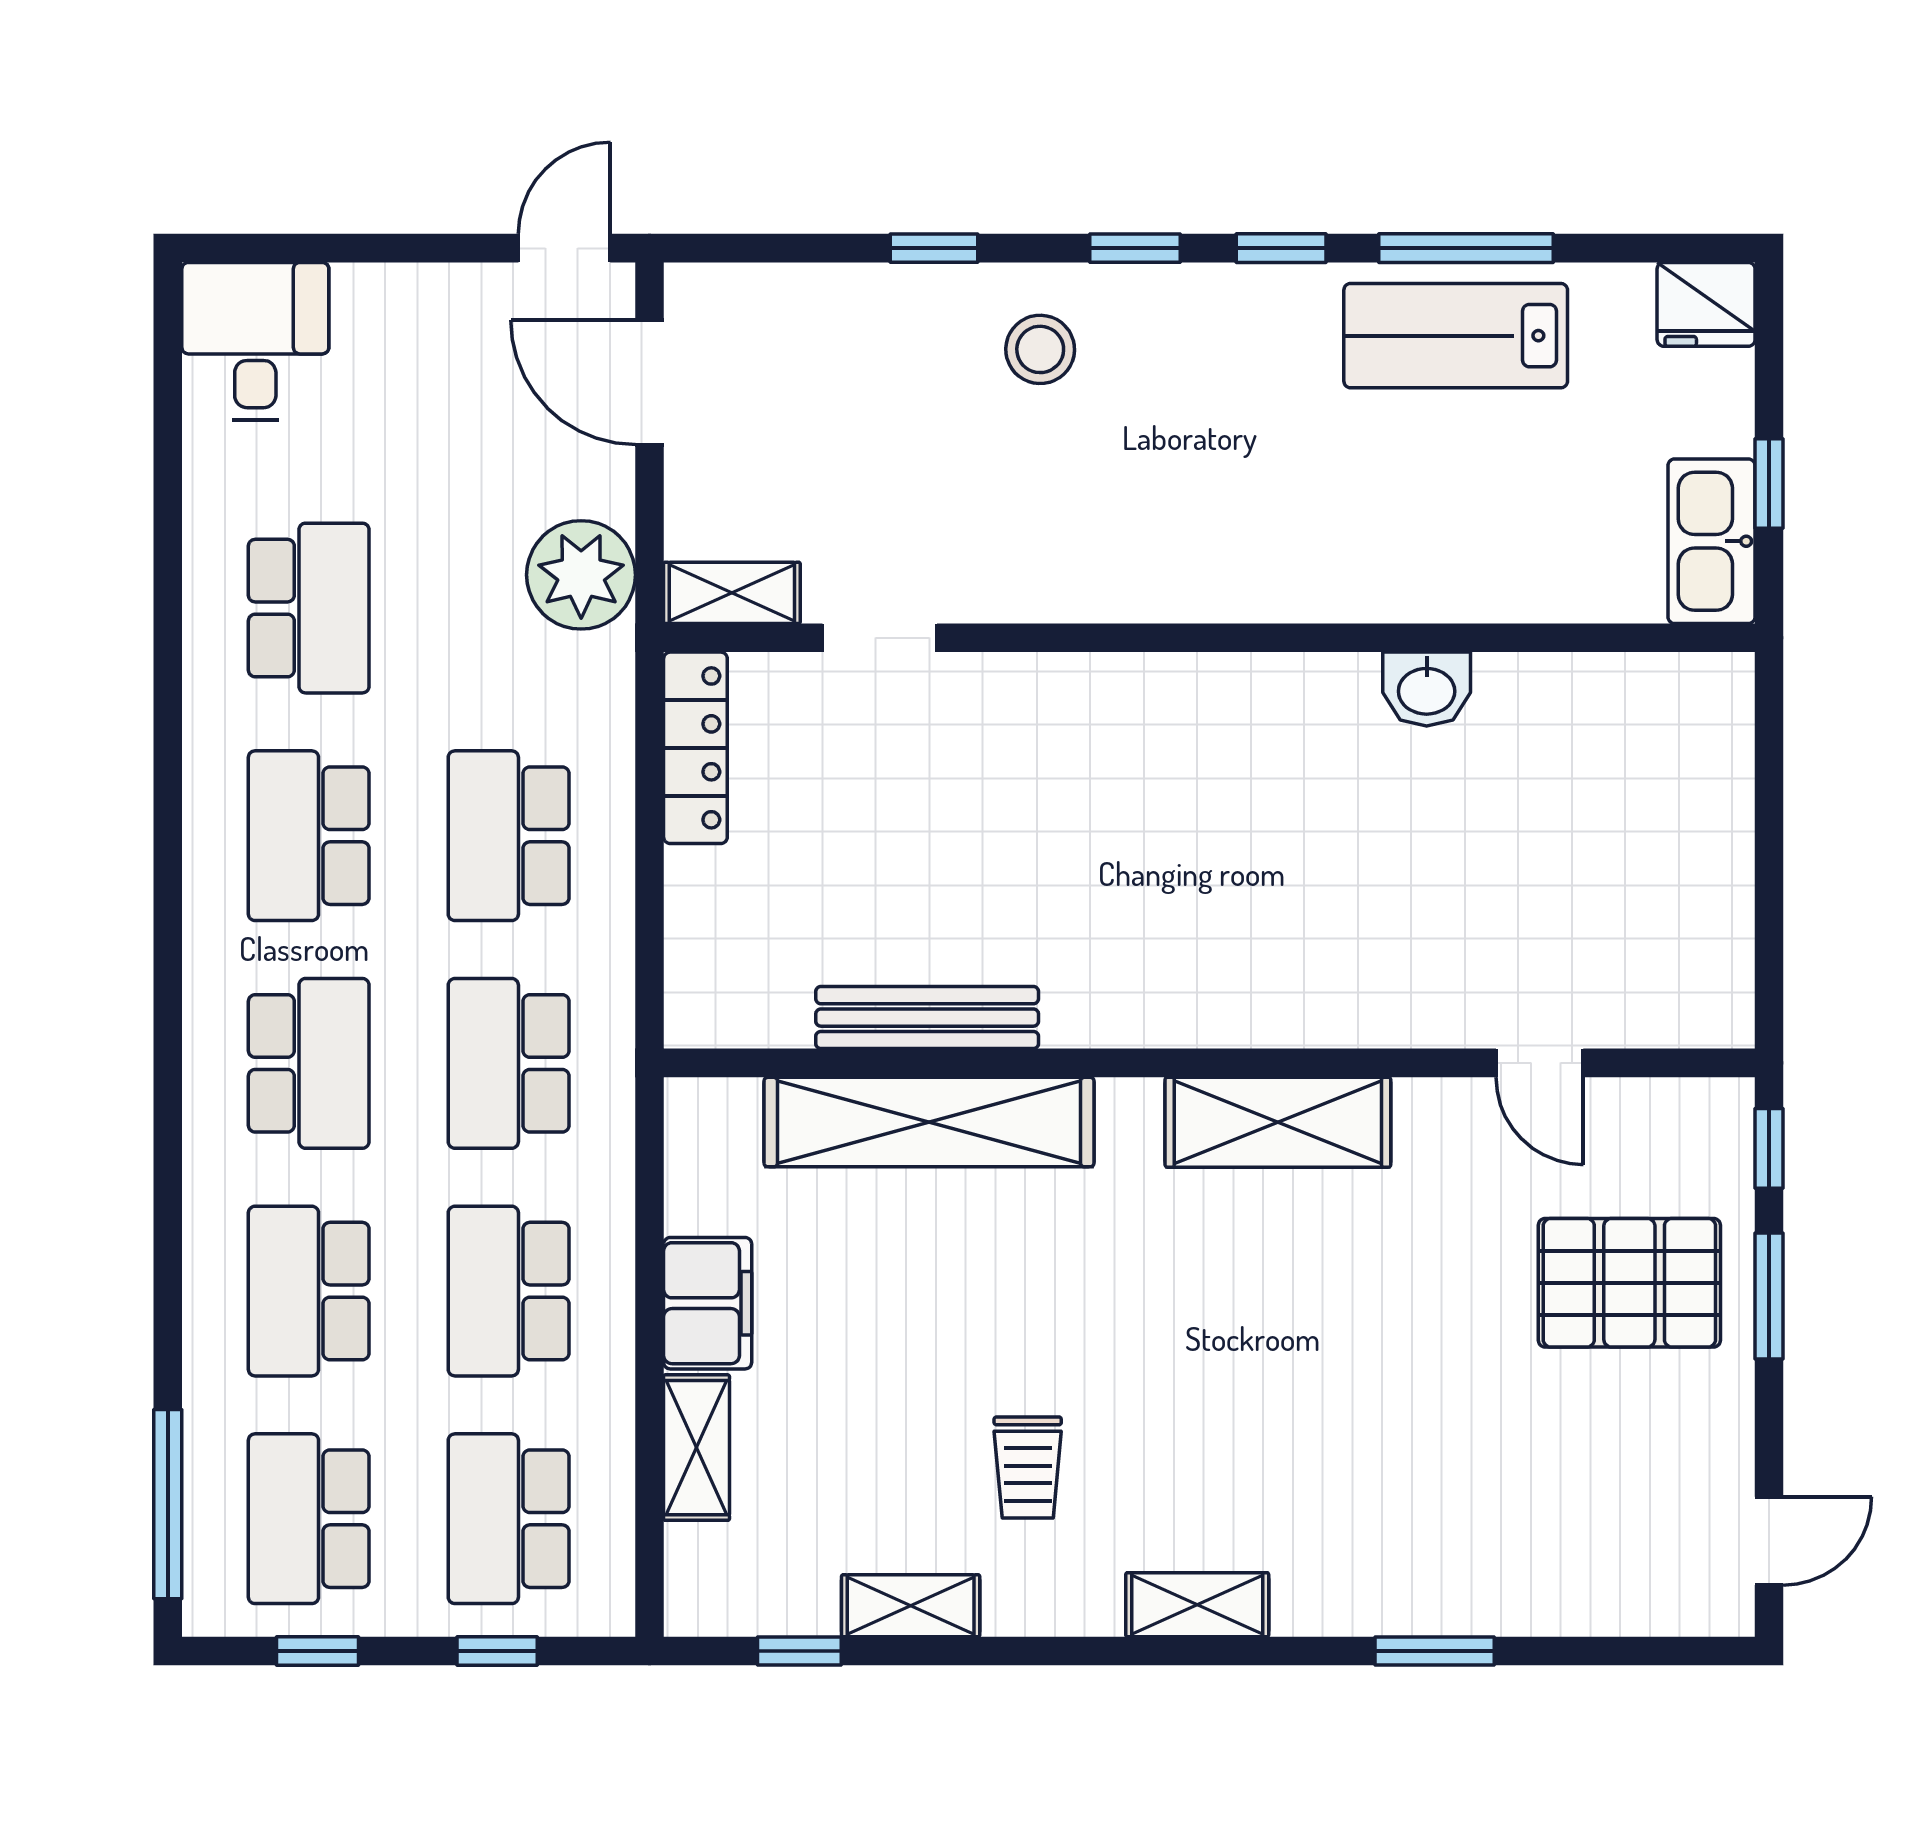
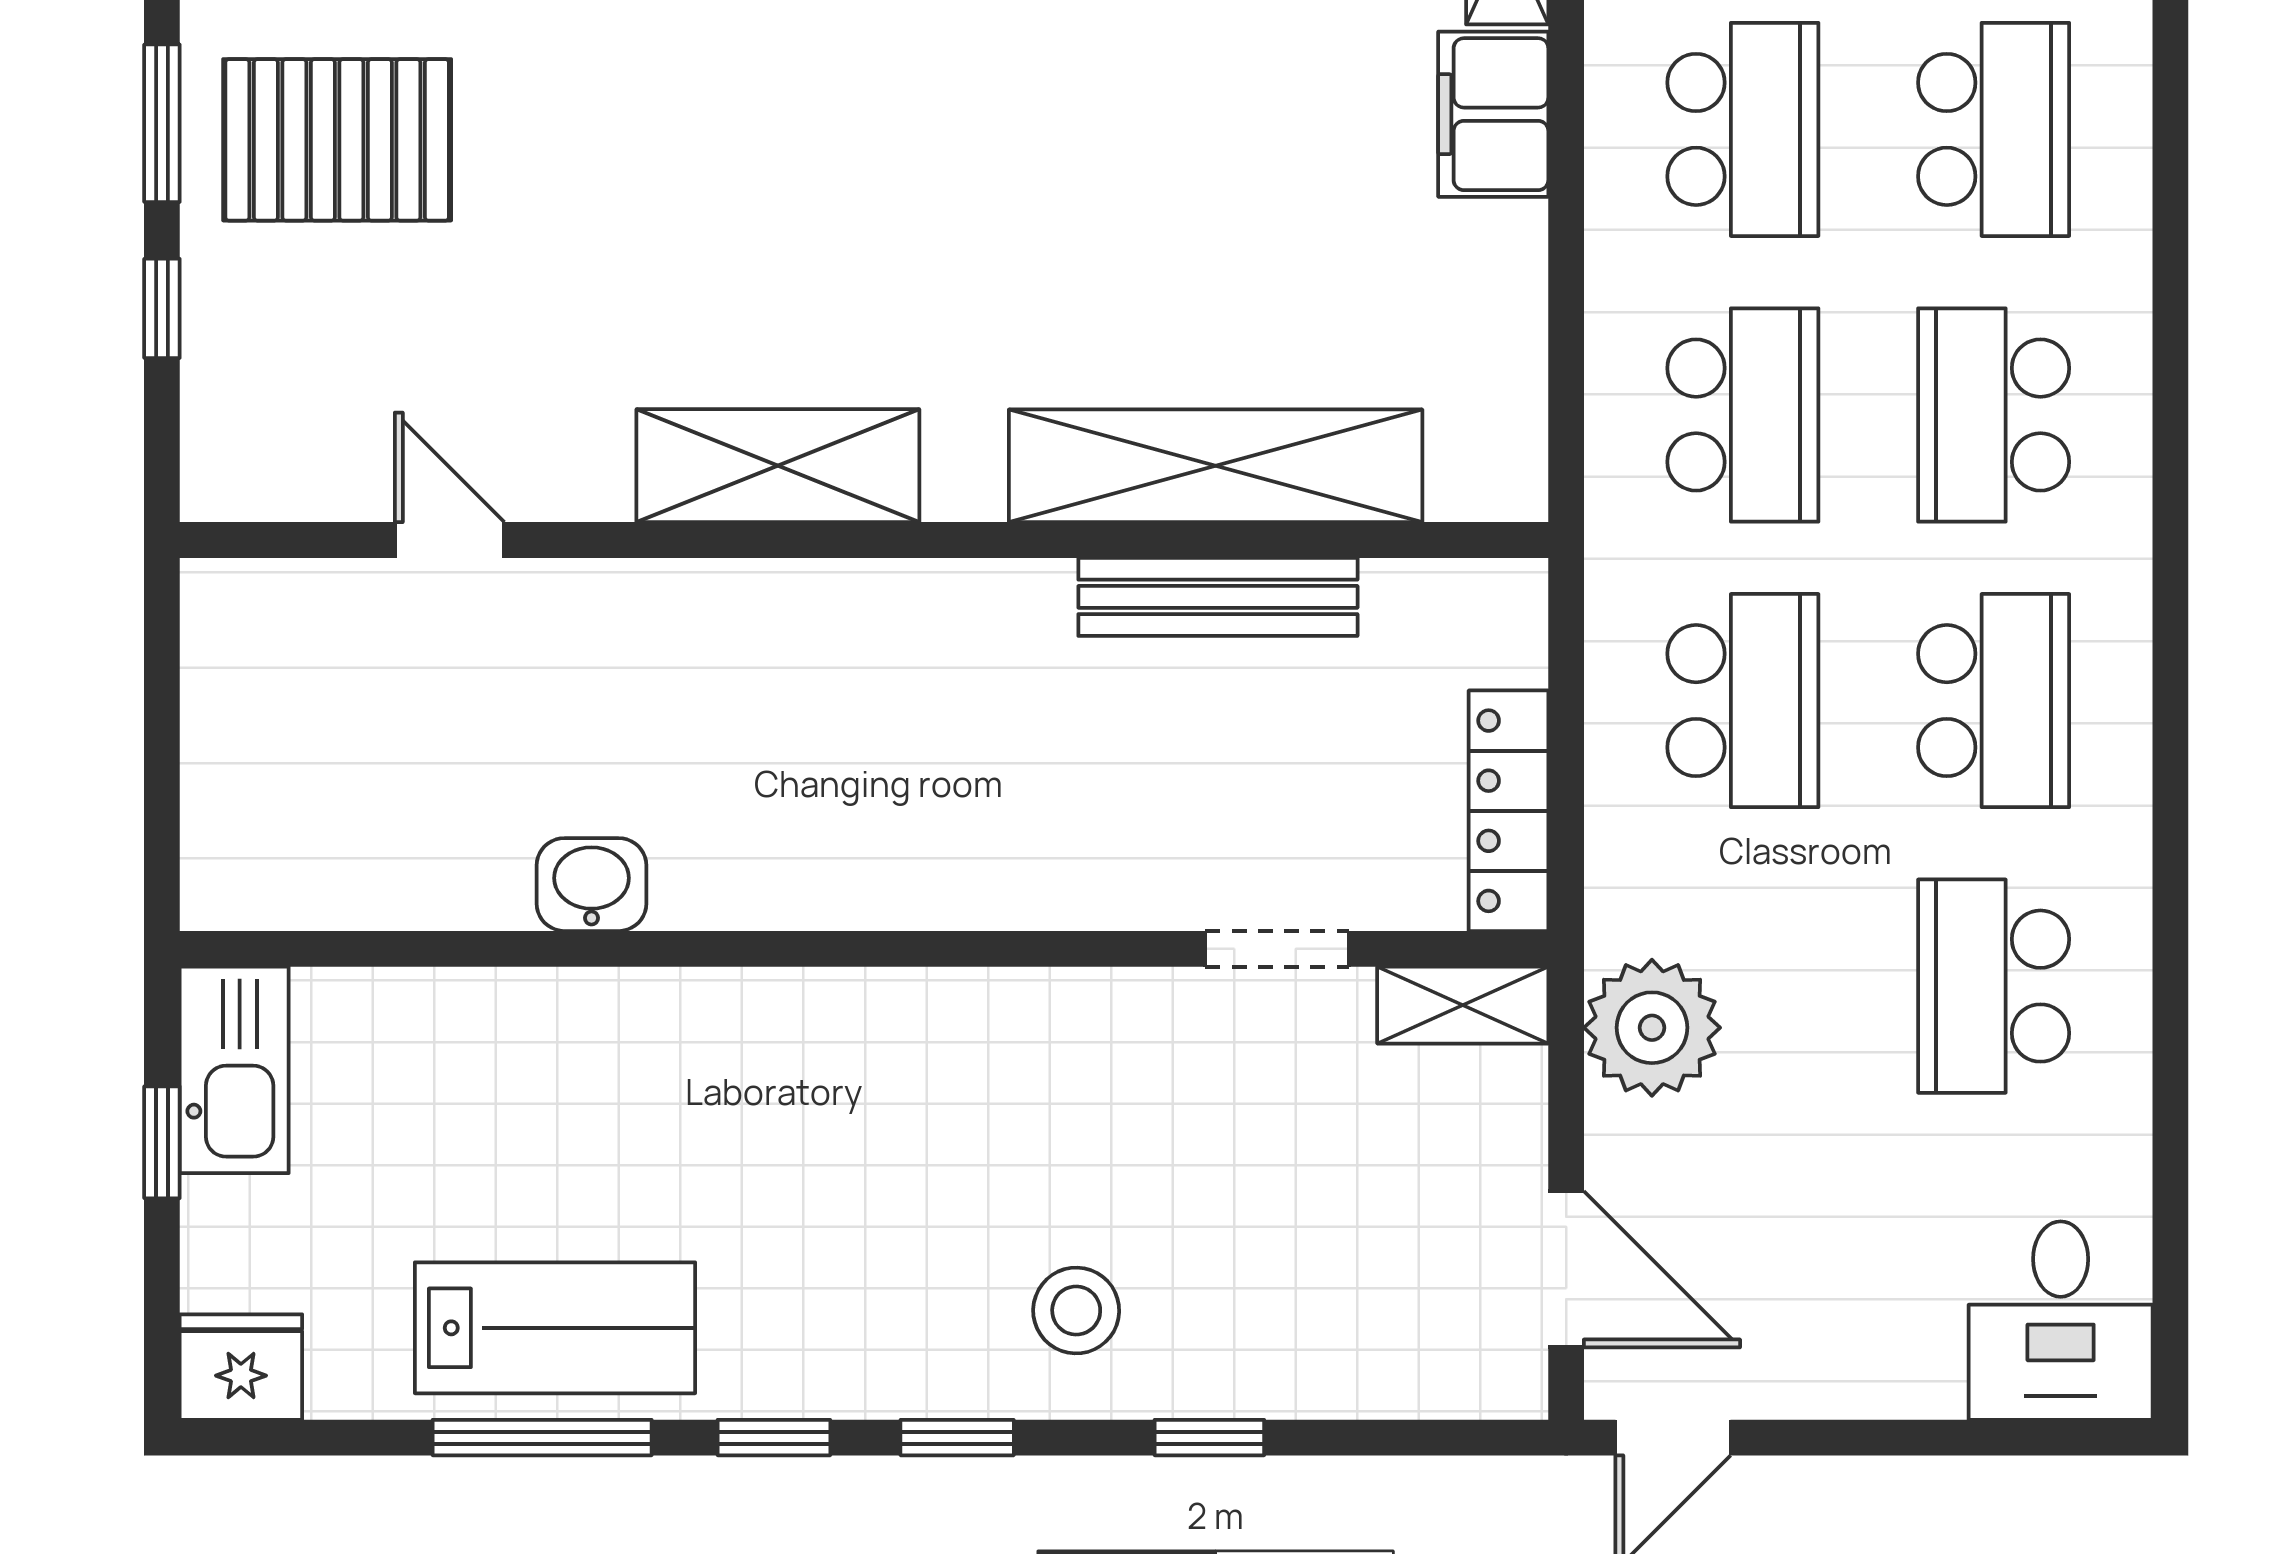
bench: (927, 1018) -> (1218, 597), moved
wall: (1209, 1063) -> (864, 540), moved
door: (1540, 1063) -> (450, 540), moved
shelving: (929, 1122) -> (1216, 466), moved
shelving: (1278, 1122) -> (778, 466), moved

